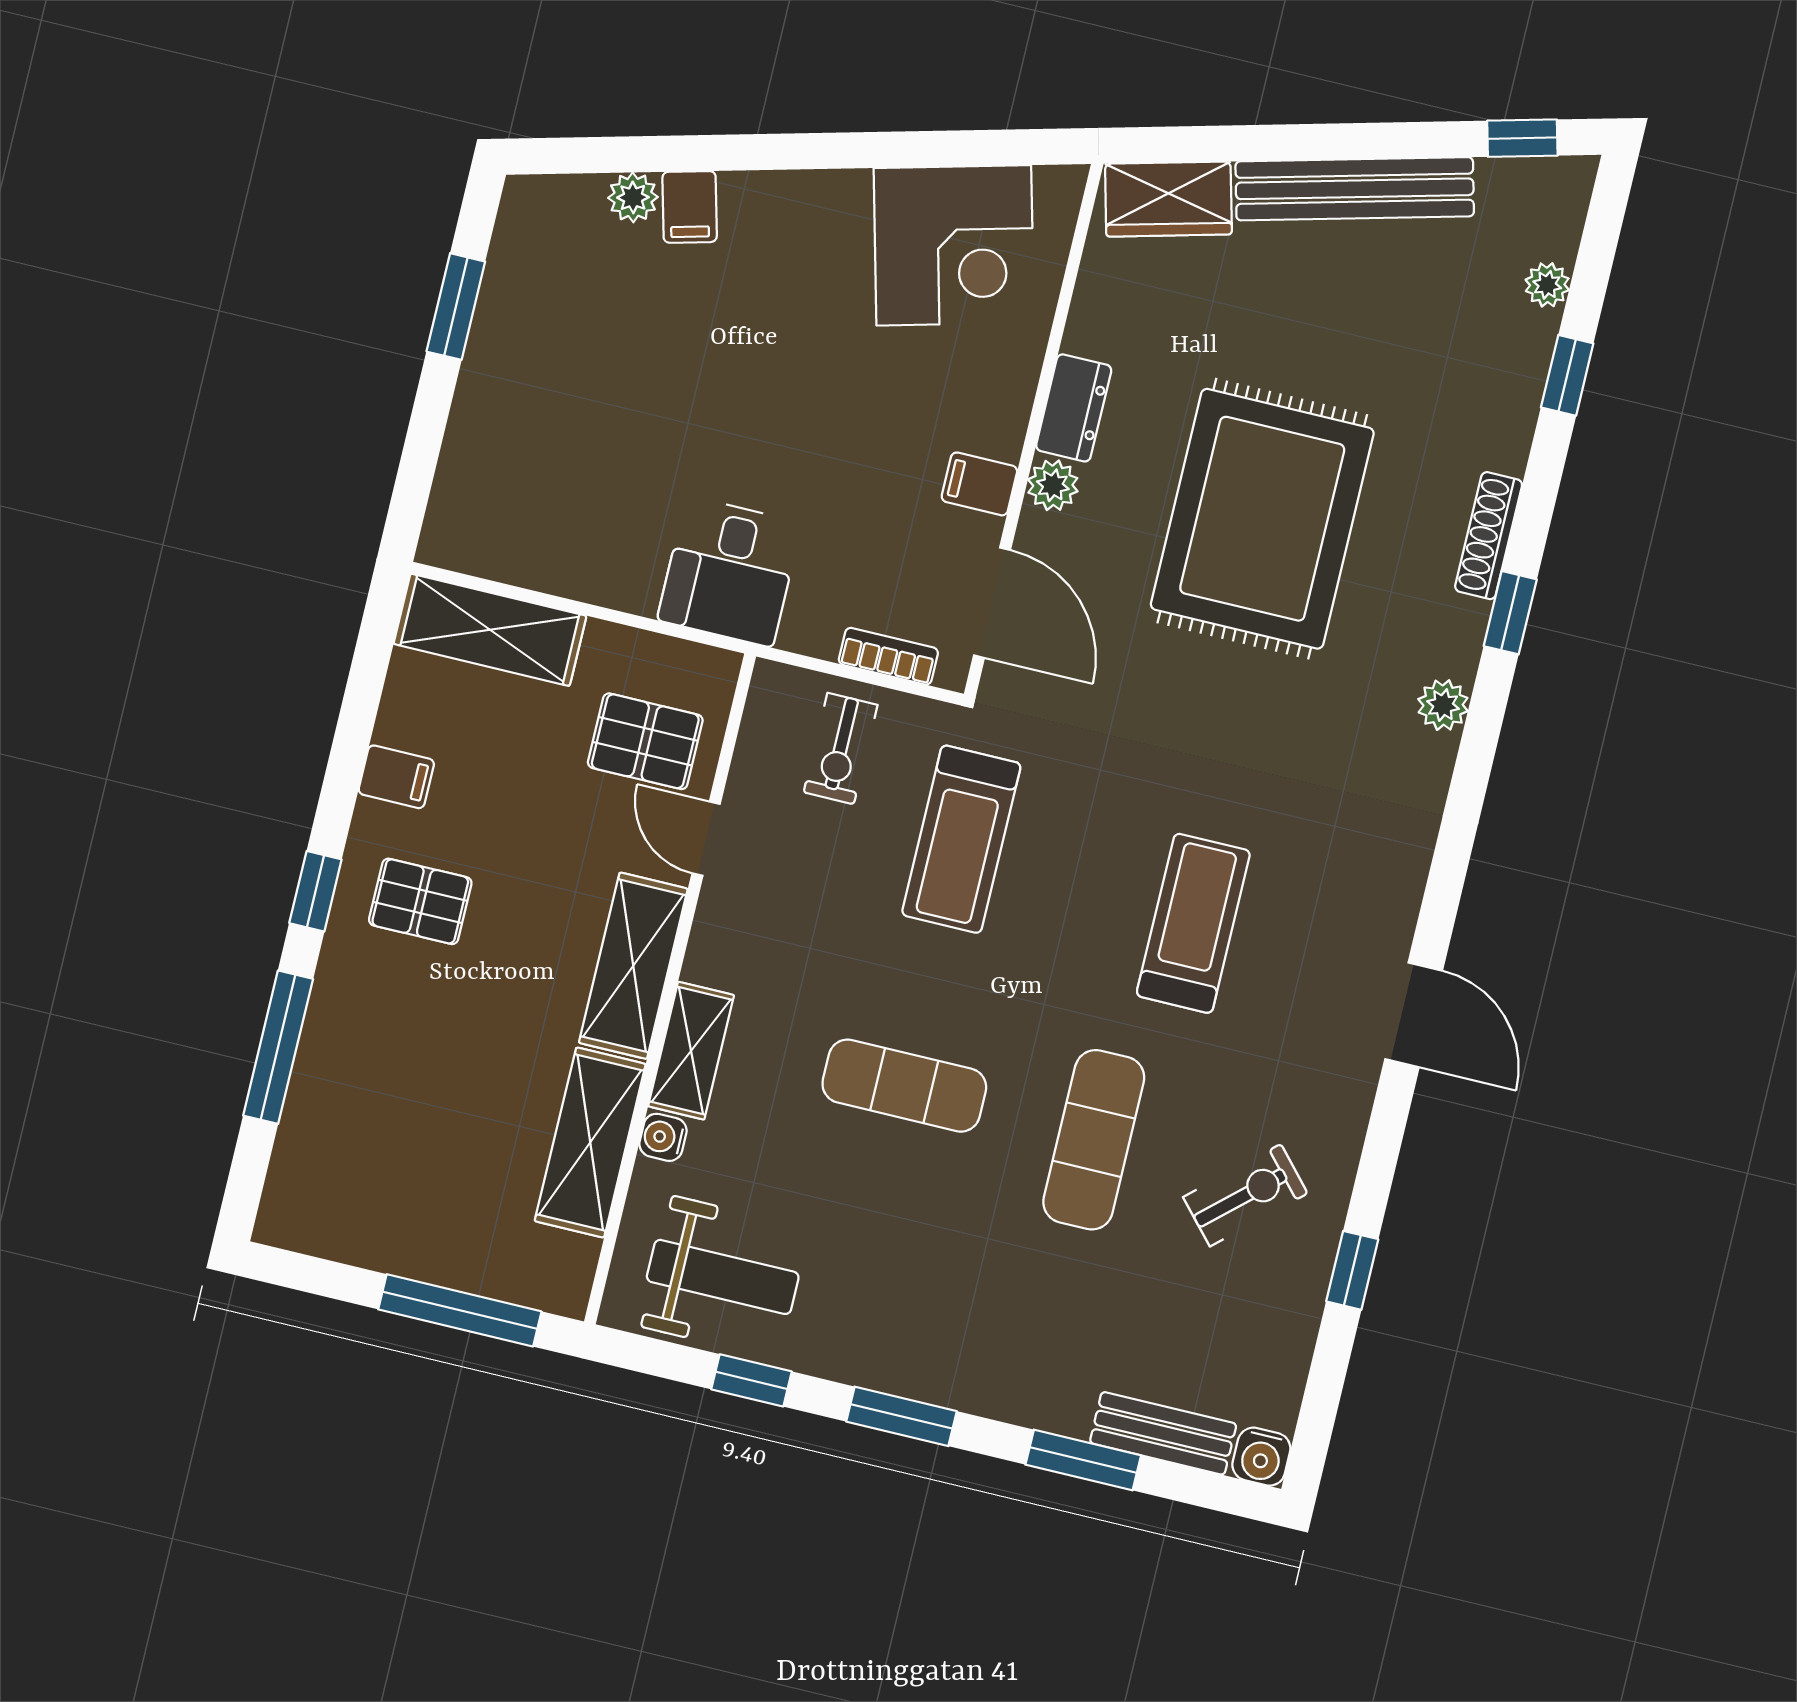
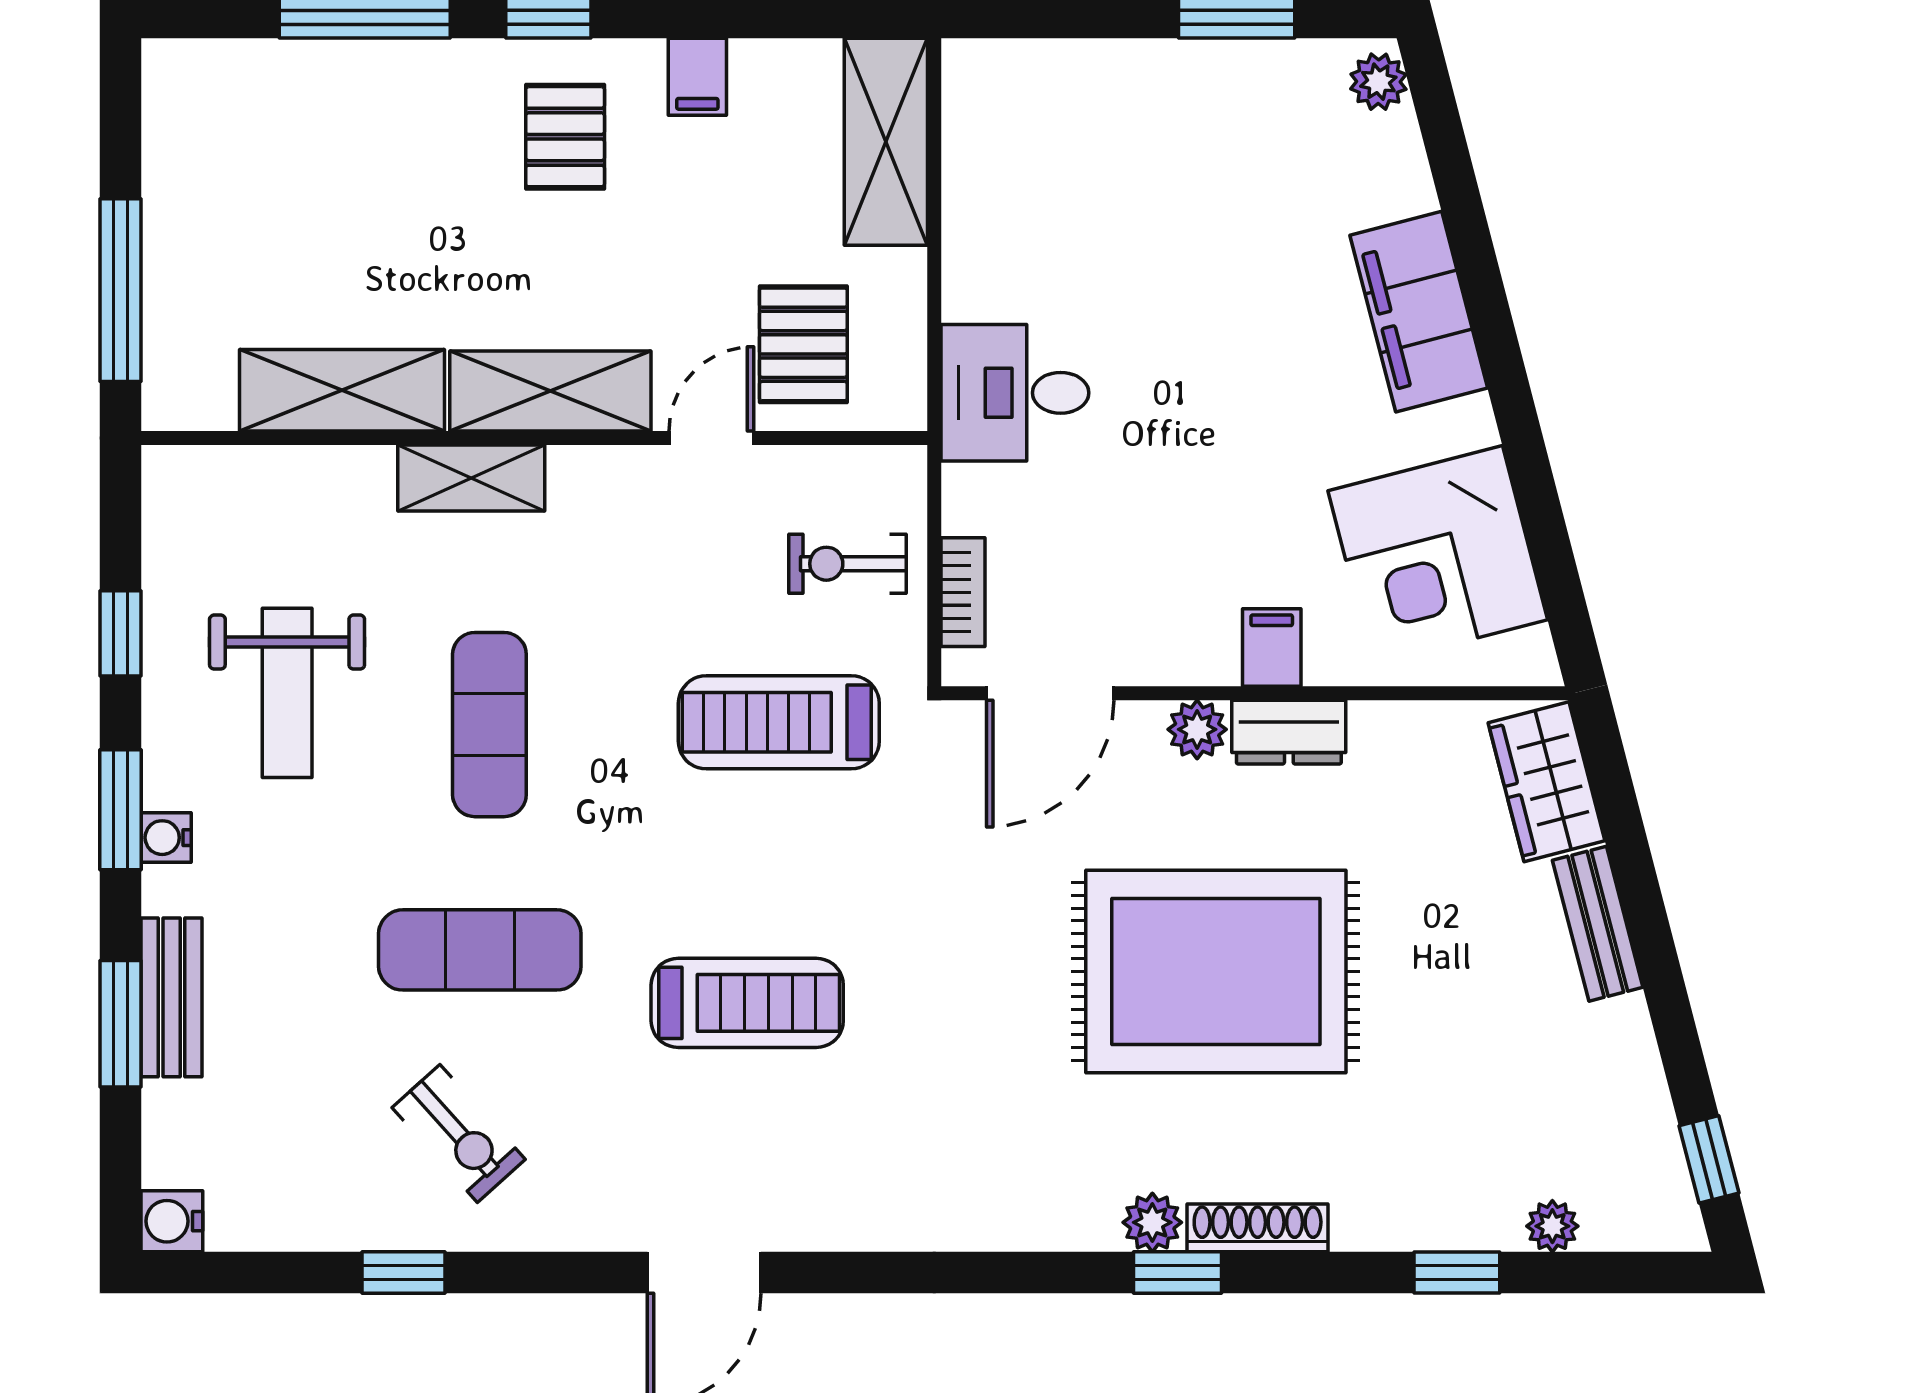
bench: (1355, 189) -> (1598, 924), width x0.54, depth x0.82
plant: (633, 197) -> (1378, 82), moved
filing cabinet: (690, 207) -> (1419, 312), width x3.00, depth x1.17
filing cabinet: (979, 484) -> (1272, 647), moved
plant: (1443, 705) -> (1152, 1222), moved
water cooler: (663, 1137) -> (166, 838), moved, turned -90
weight bench: (723, 1277) -> (287, 693), moved
bench: (1163, 1433) -> (172, 997), moved

